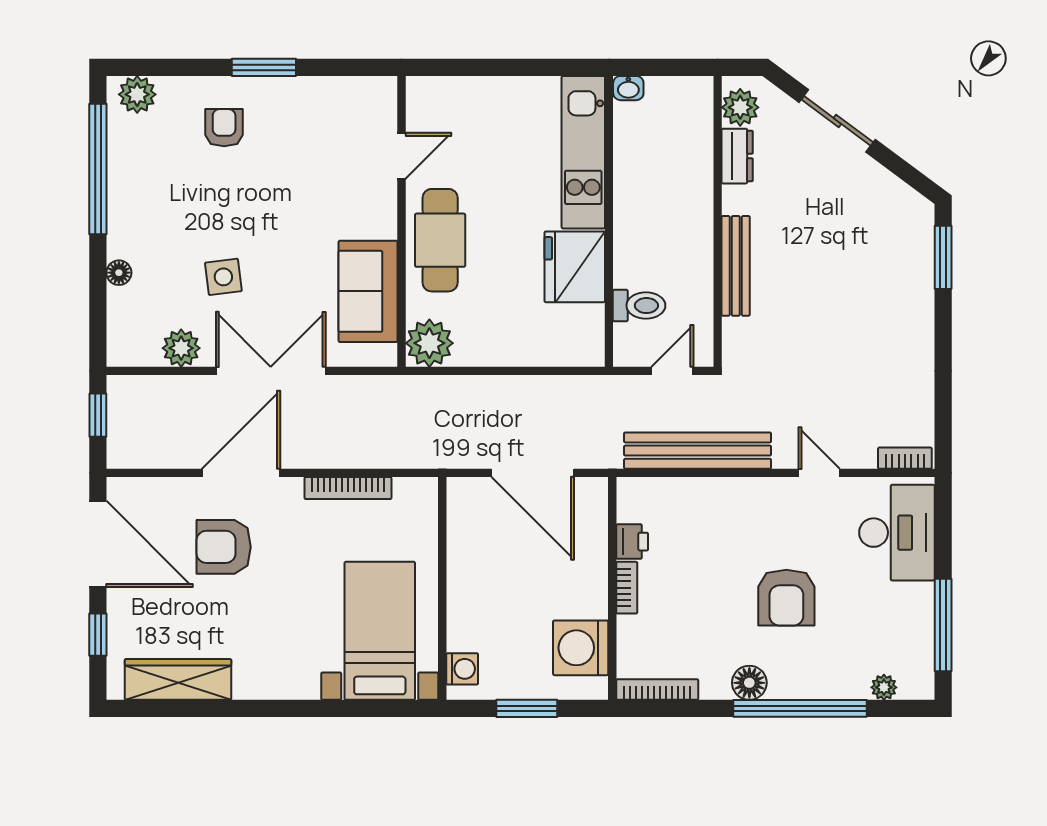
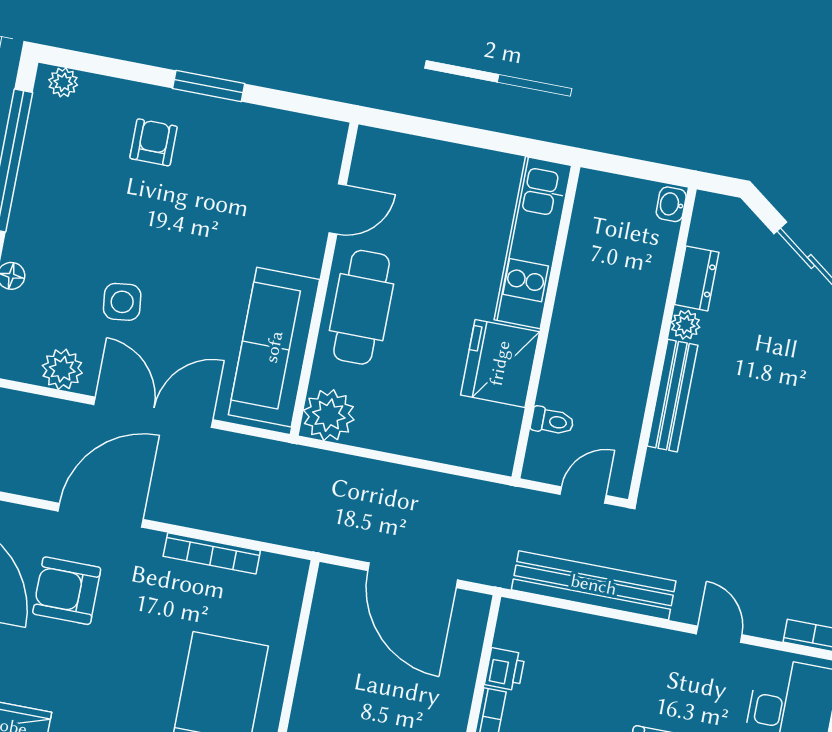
washbasin: (628, 88) -> (671, 204), moved, turned 90
plant: (137, 94) -> (63, 82), width x0.73, depth x0.73
plant: (740, 107) -> (686, 325), moved, width x0.73, depth x0.73
sofa: (368, 291) -> (274, 347), width x1.36
toilet: (639, 306) -> (552, 421), width x0.73, depth x0.72

